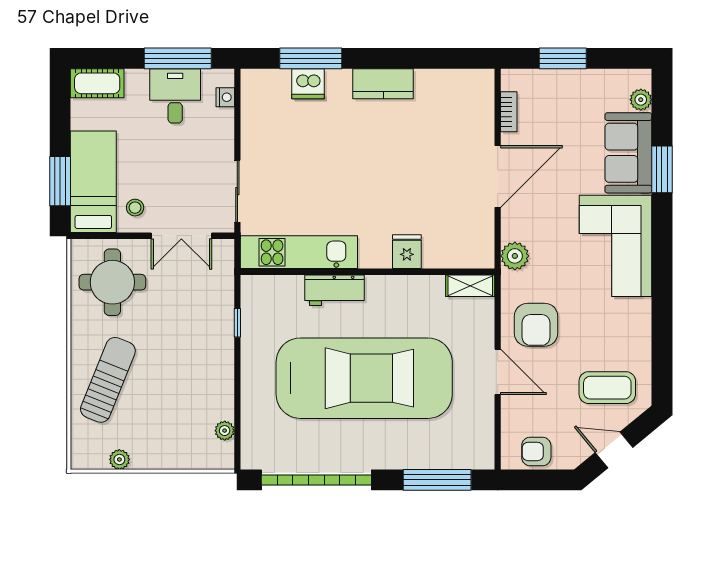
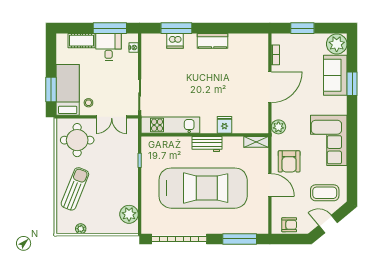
cot: (97, 83) -> (81, 41), moved
plant: (641, 100) -> (337, 44), width x1.87, depth x1.87
corner sofa: (615, 246) -> (329, 140), moved
workbench: (335, 290) -> (207, 144), moved
plant: (225, 431) -> (129, 214), width x1.88, depth x1.88
armchair: (536, 451) -> (289, 225), turned 180

